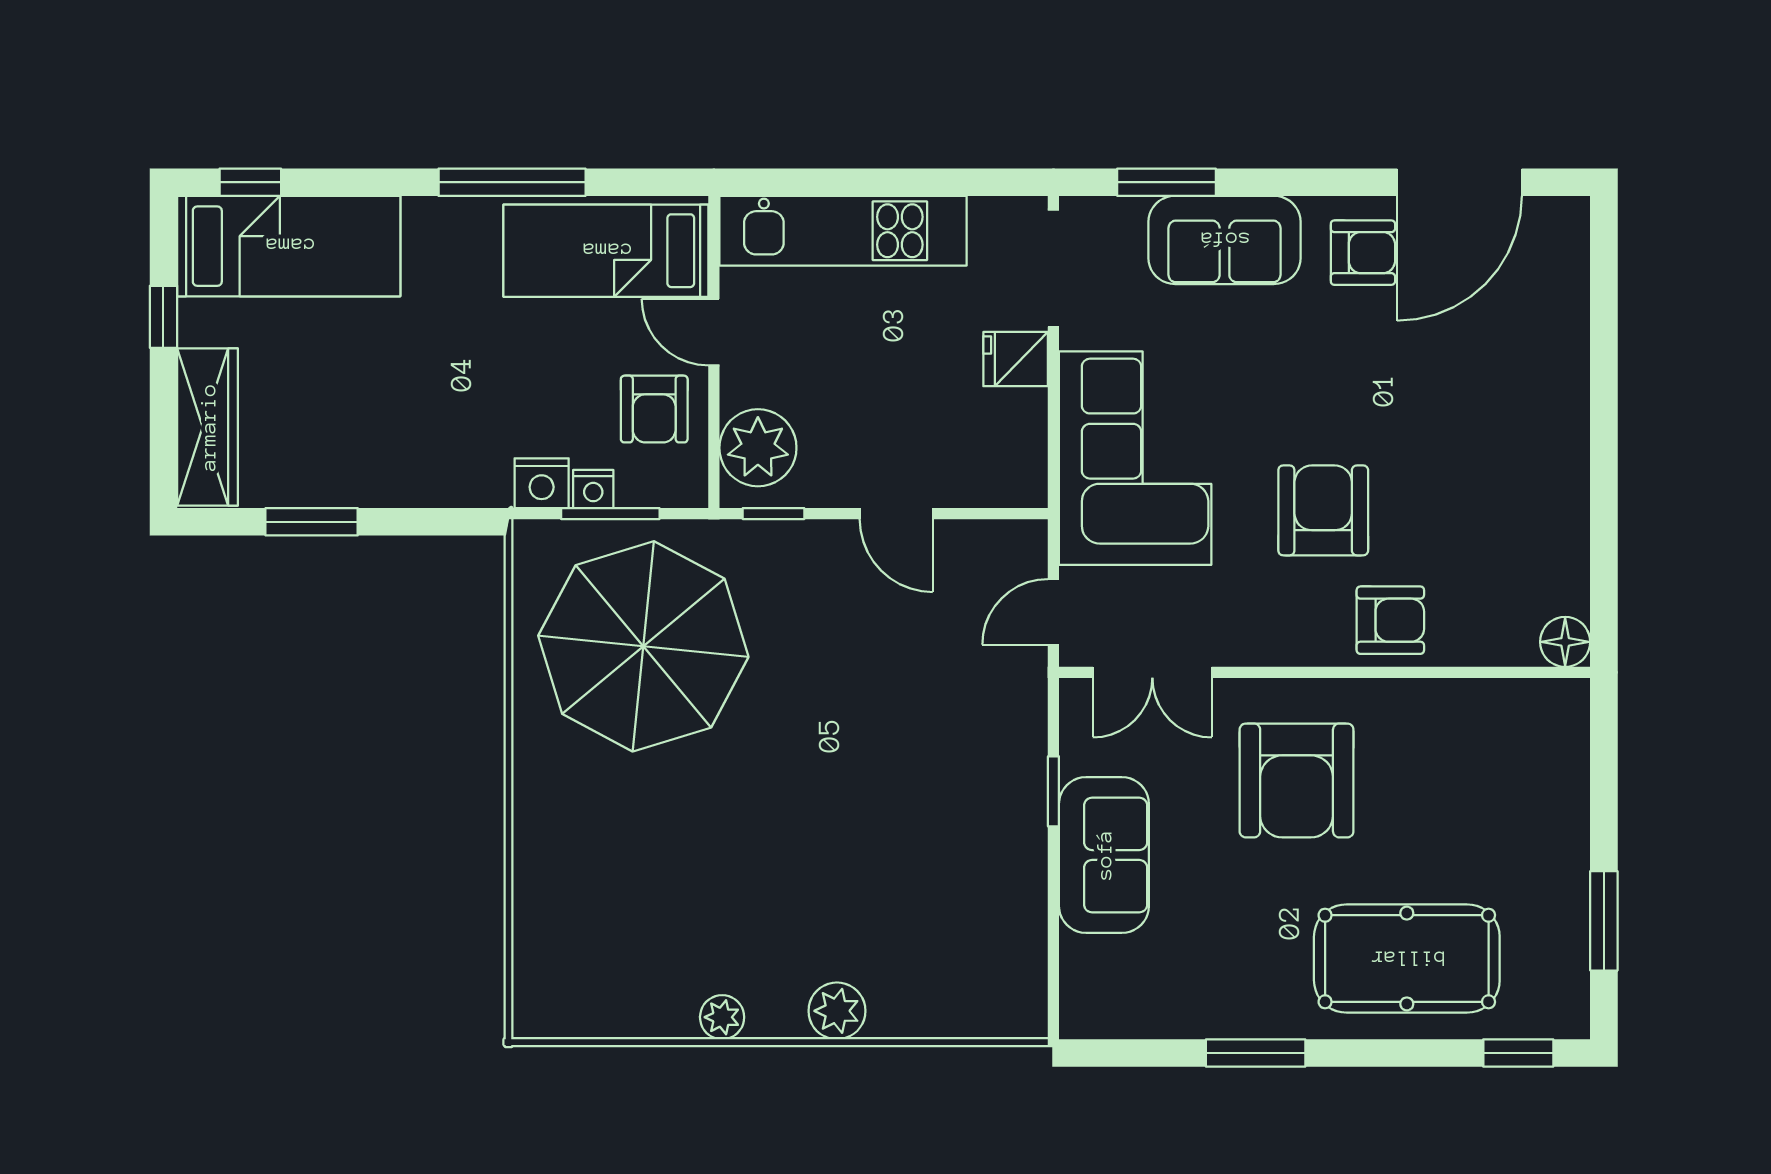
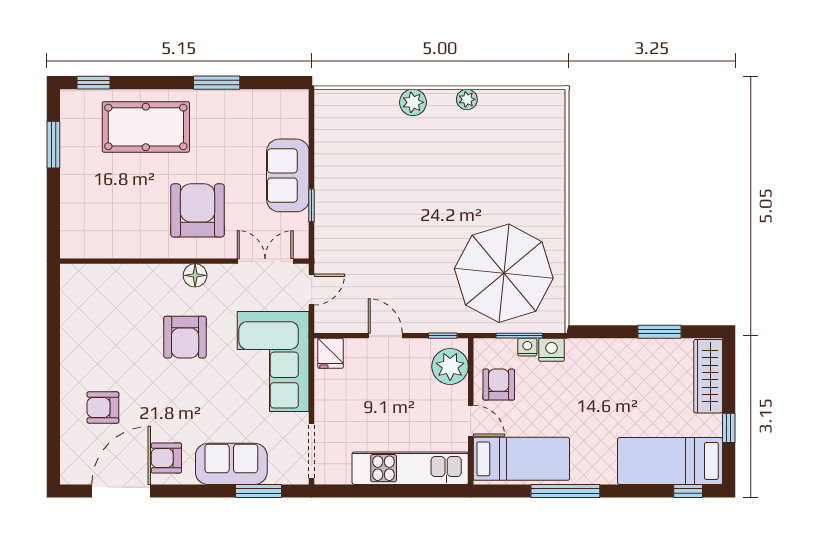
fridge: (1016, 359) -> (331, 353), moved, turned 90
armchair: (1390, 620) -> (103, 408), moved
floor lamp: (1565, 642) -> (195, 275), moved

